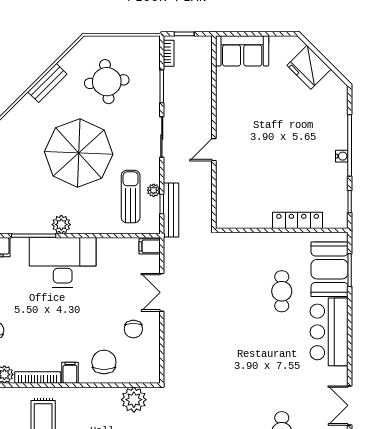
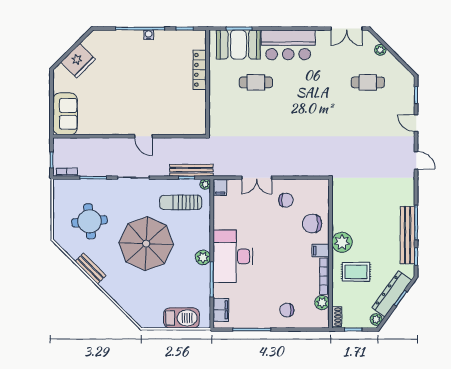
plant: (154, 190) -> (205, 184), moved
plant: (134, 400) -> (342, 242), moved

